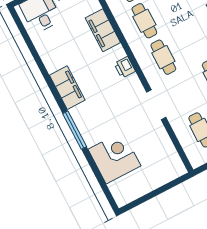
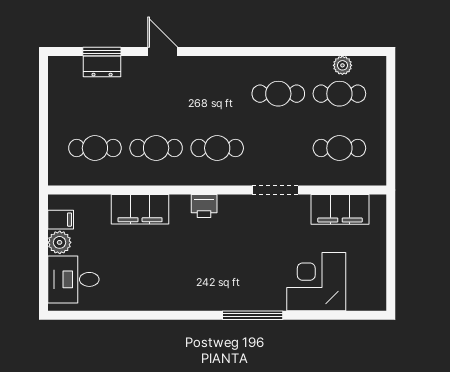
filing cabinet: (67, 88) -> (340, 209), moved, turned 180

